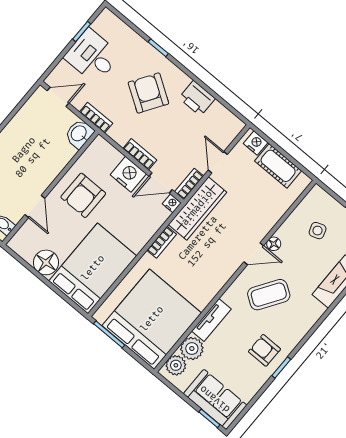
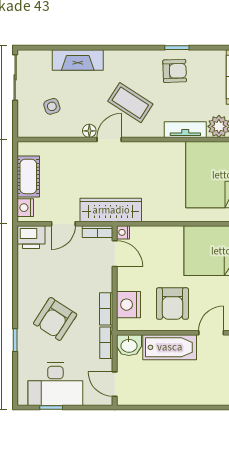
desk: (92, 56) -> (55, 384), width x1.37
printer: (197, 98) -> (31, 237), moved, turned 90
bookcase: (140, 154) -> (106, 309), moved
bathtub: (51, 164) -> (170, 347), added
nightstand: (128, 174) -> (128, 305), moved
armchair: (83, 195) -> (172, 304), turned 90
bookcase: (162, 242) -> (158, 216), removed
door: (254, 254) -> (109, 139), hinge flipped
armchair: (265, 350) -> (175, 71), turned -92

